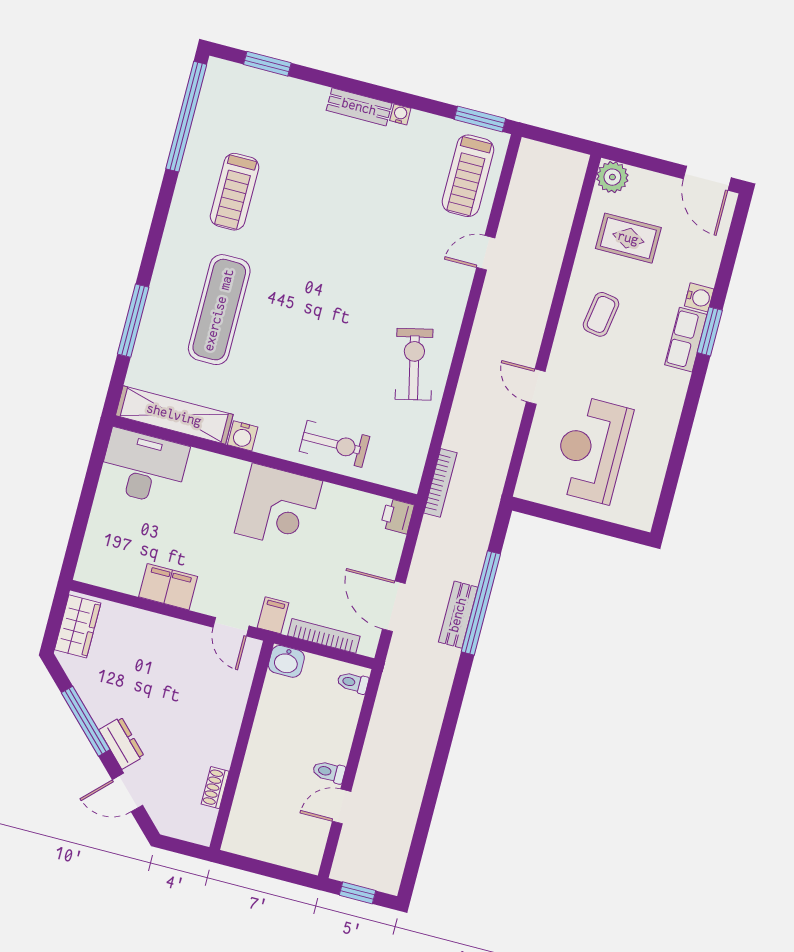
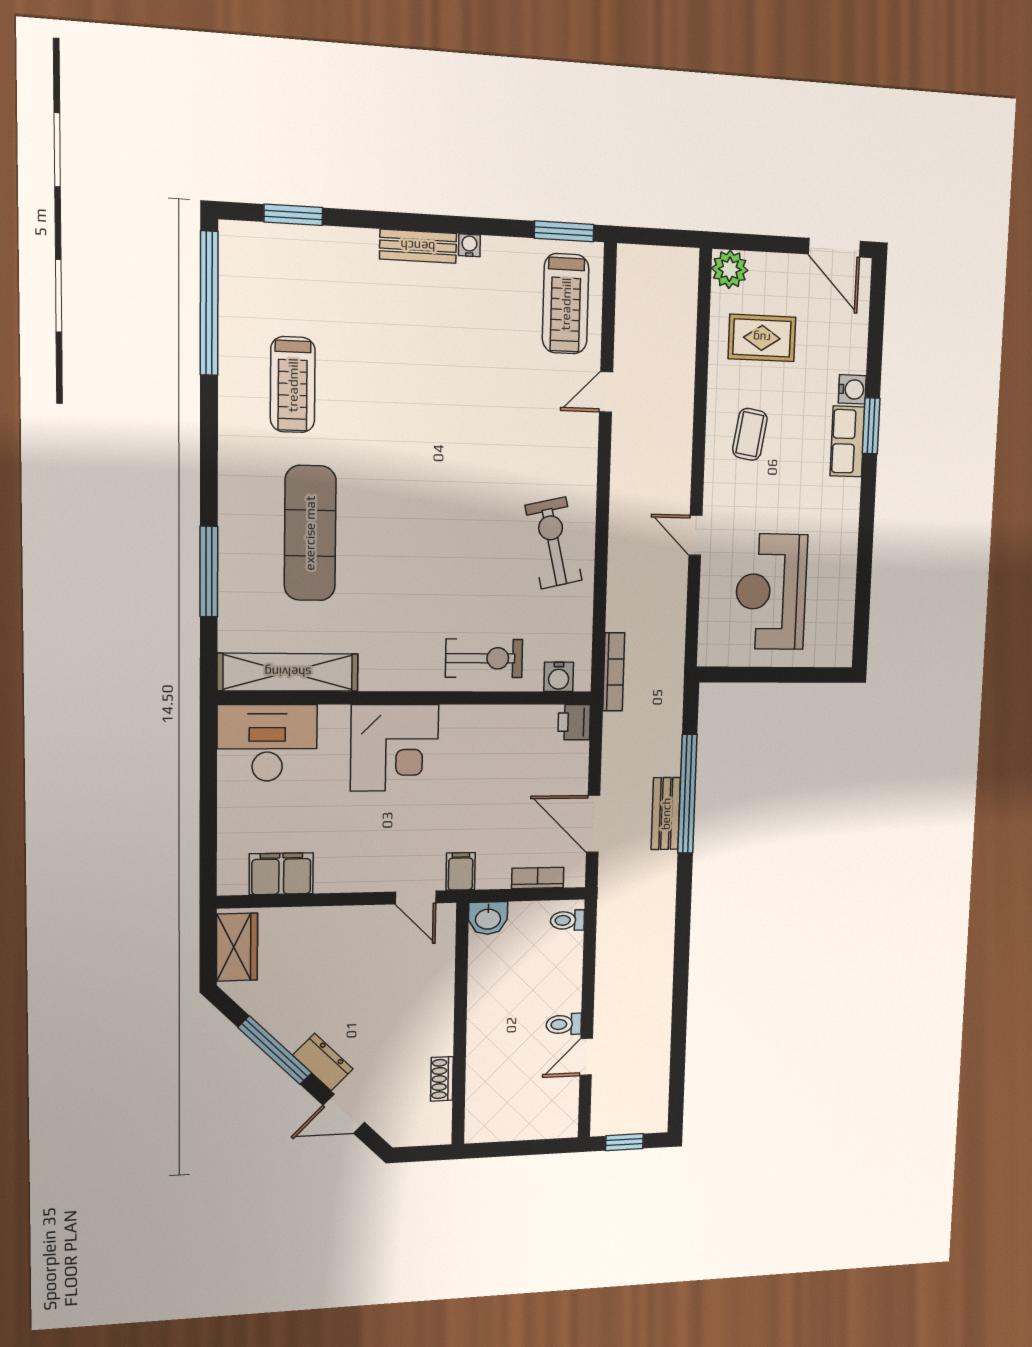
water cooler: (243, 436) -> (559, 677), moved
corner desk: (278, 507) -> (395, 748), moved
filing cabinet: (168, 587) -> (281, 874), moved
bookcase: (324, 636) -> (538, 878), width x0.64

